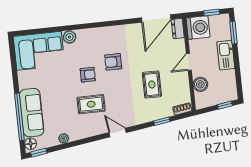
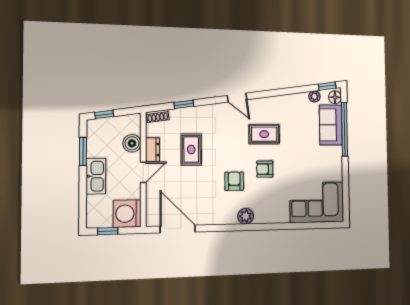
door: (156, 18) -> (178, 229), hinge flipped
dresser: (178, 29) -> (153, 150), moved
window: (234, 33) -> (83, 151), moved
plant: (69, 37) -> (246, 216), moved
armchair: (113, 62) -> (234, 181), turned -90
sofa: (32, 113) -> (331, 125), width x0.73
plant: (64, 138) -> (314, 96), moved

